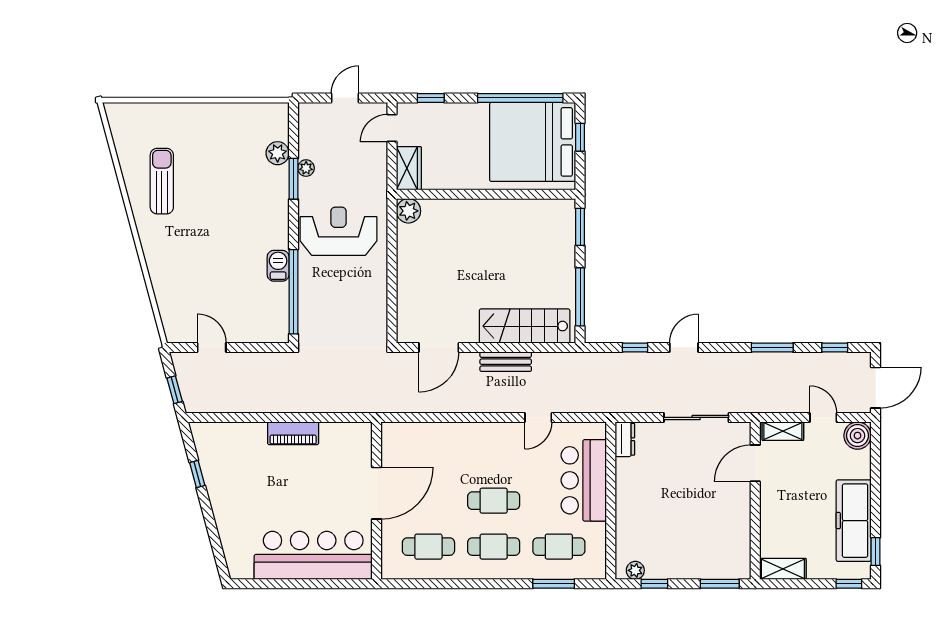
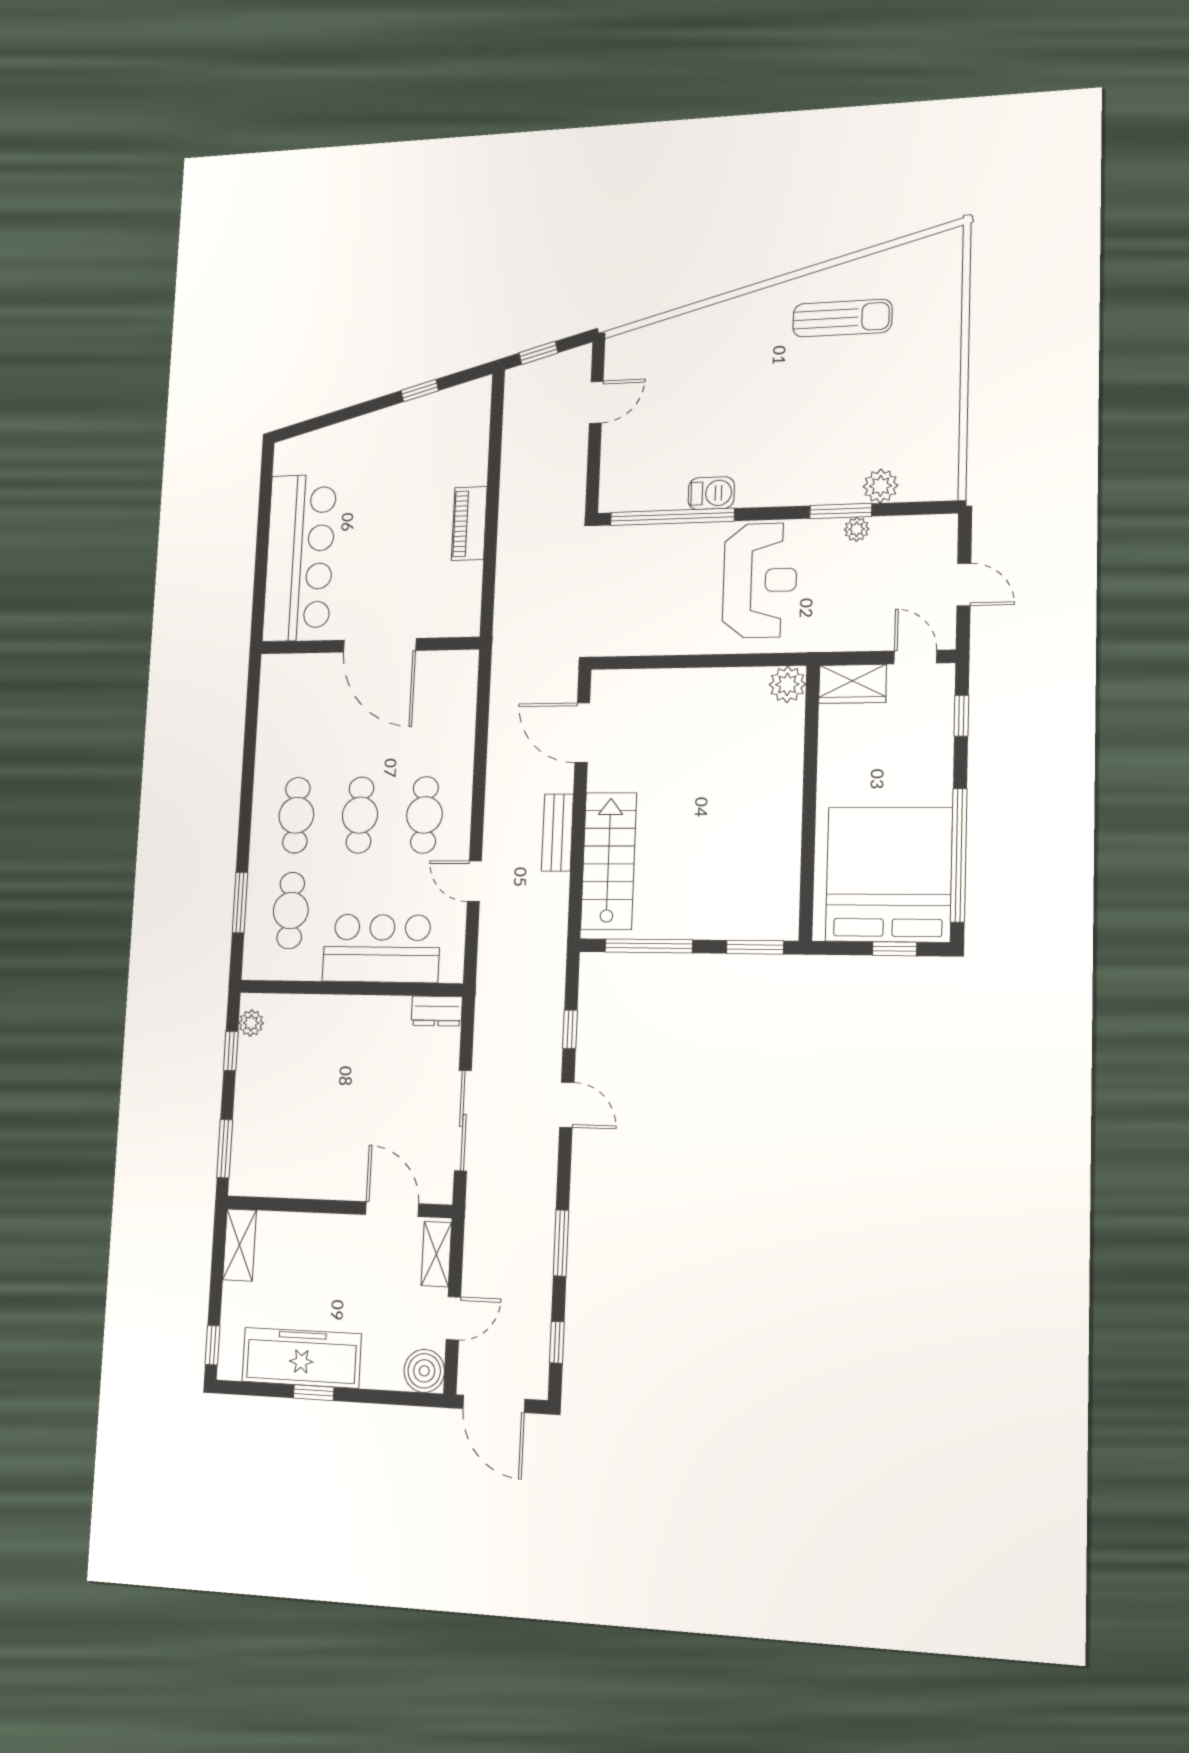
cafe table: (428, 547) -> (424, 815), moved
window: (876, 552) -> (314, 1393), moved

